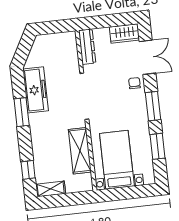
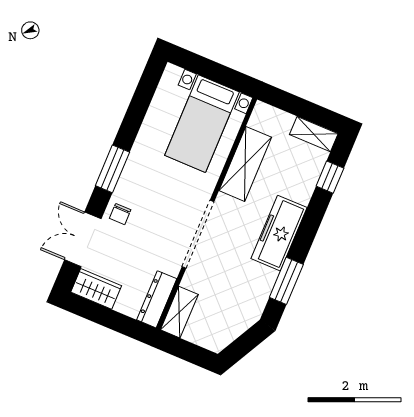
shelving: (70, 47) -> (179, 312), added
freezer: (36, 90) -> (279, 233), moved
window: (22, 112) -> (286, 281), moved
window: (158, 146) -> (137, 111), removed

